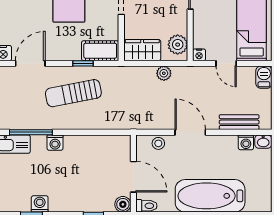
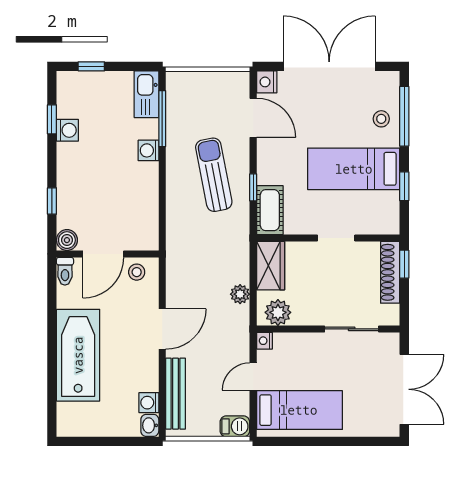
bench: (239, 122) -> (176, 394), width x1.36
stool: (158, 143) -> (137, 272), moved

